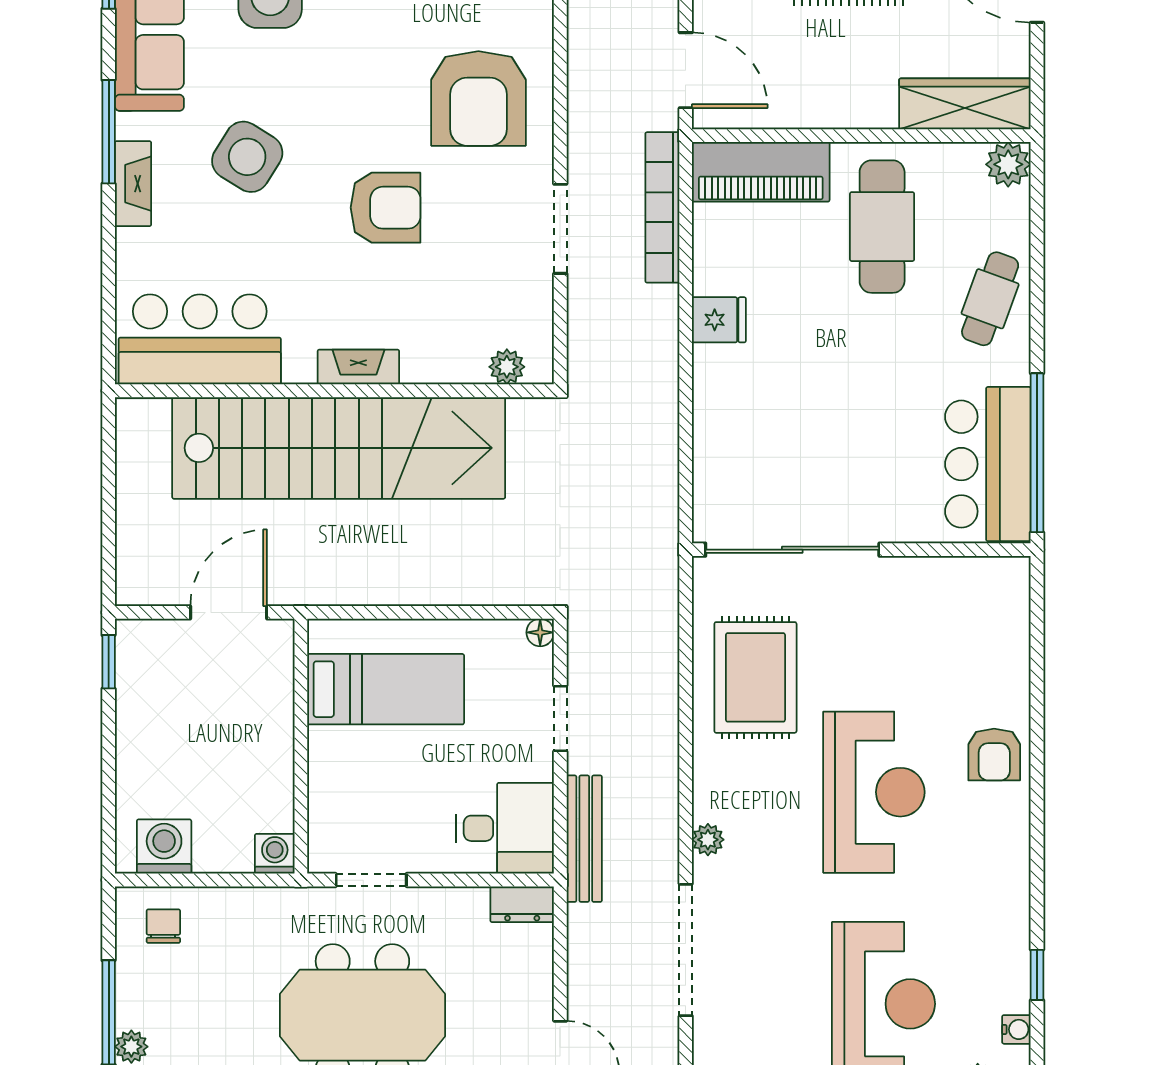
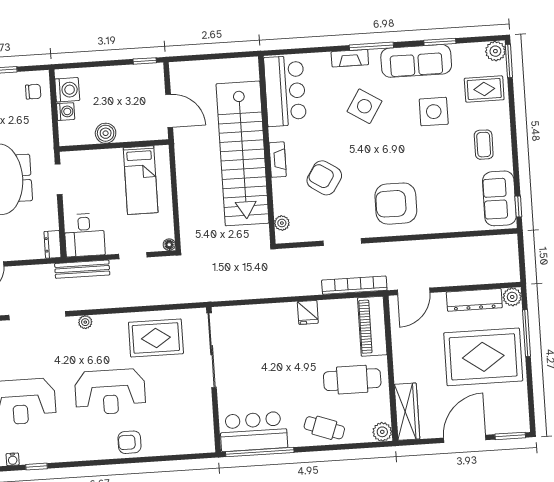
armchair: (386, 208) -> (324, 178), moved, turned 123
boiler: (271, 764) -> (106, 133), added
washing machine: (275, 854) -> (66, 112), moved

